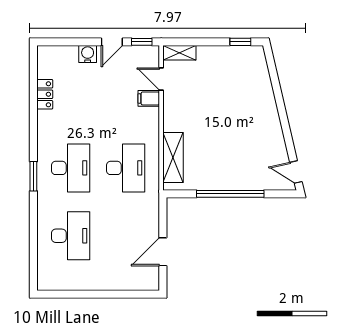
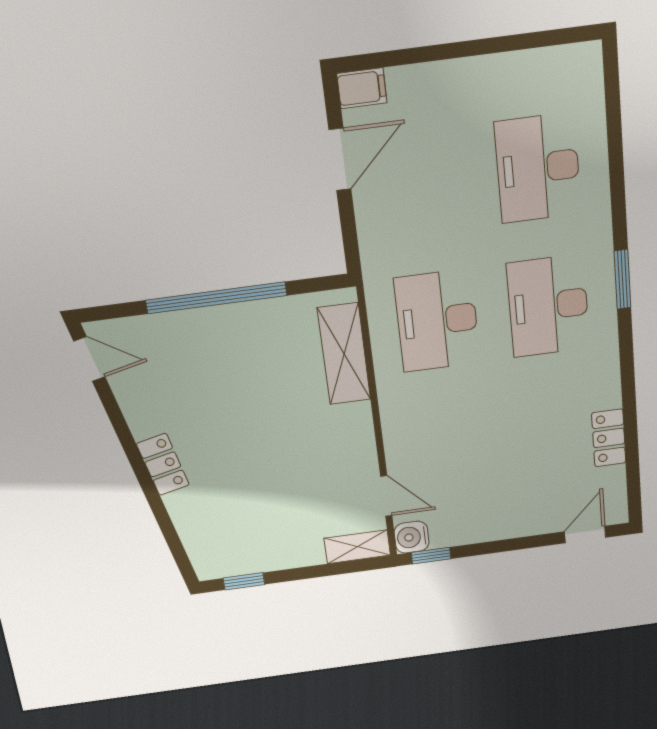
door: (112, 42) -> (585, 535), moved
water cooler: (88, 54) -> (412, 537), moved, turned 90
filing cabinet: (149, 98) -> (362, 88), moved
locker: (270, 113) -> (163, 464), added

